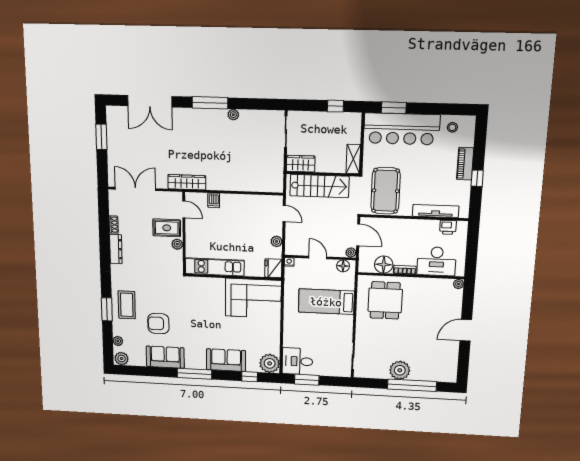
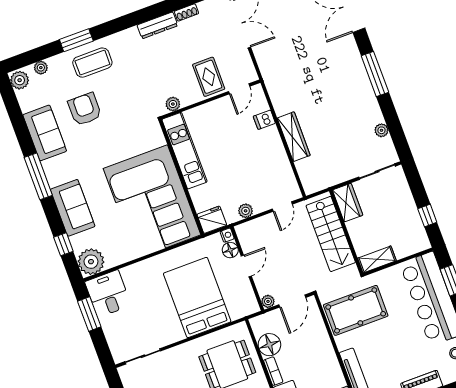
plant: (233, 115) -> (381, 130), moved
wardrobe: (187, 182) -> (294, 137), moved
plant: (177, 244) -> (173, 104), moved
floor lamp: (343, 266) -> (230, 250), moved
corner sofa: (253, 298) -> (152, 202), width x1.36, depth x1.36
bed: (326, 302) -> (197, 297), width x1.50

